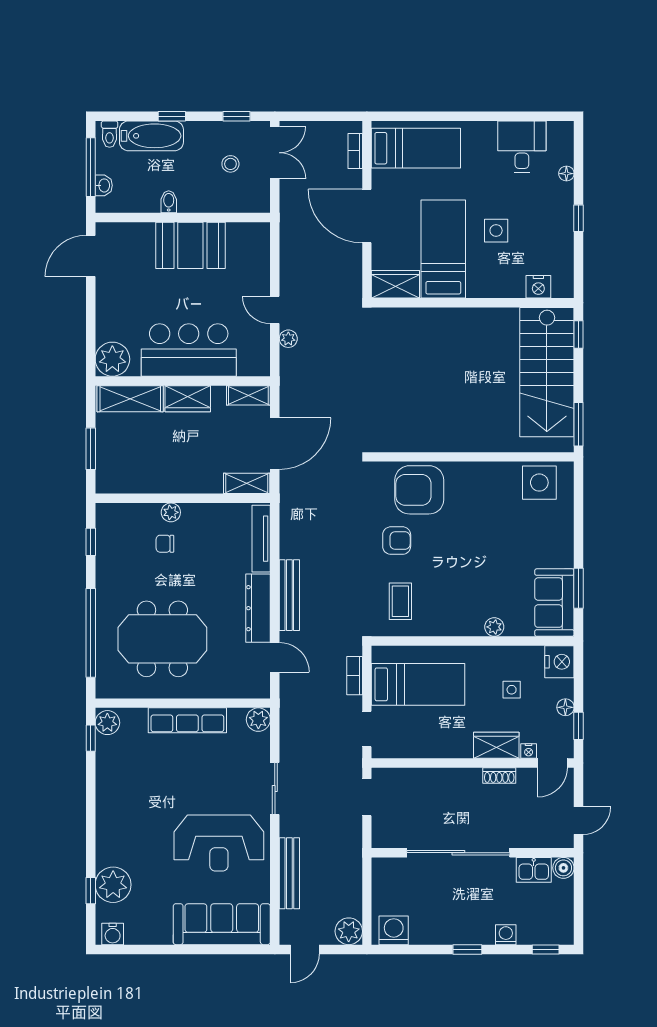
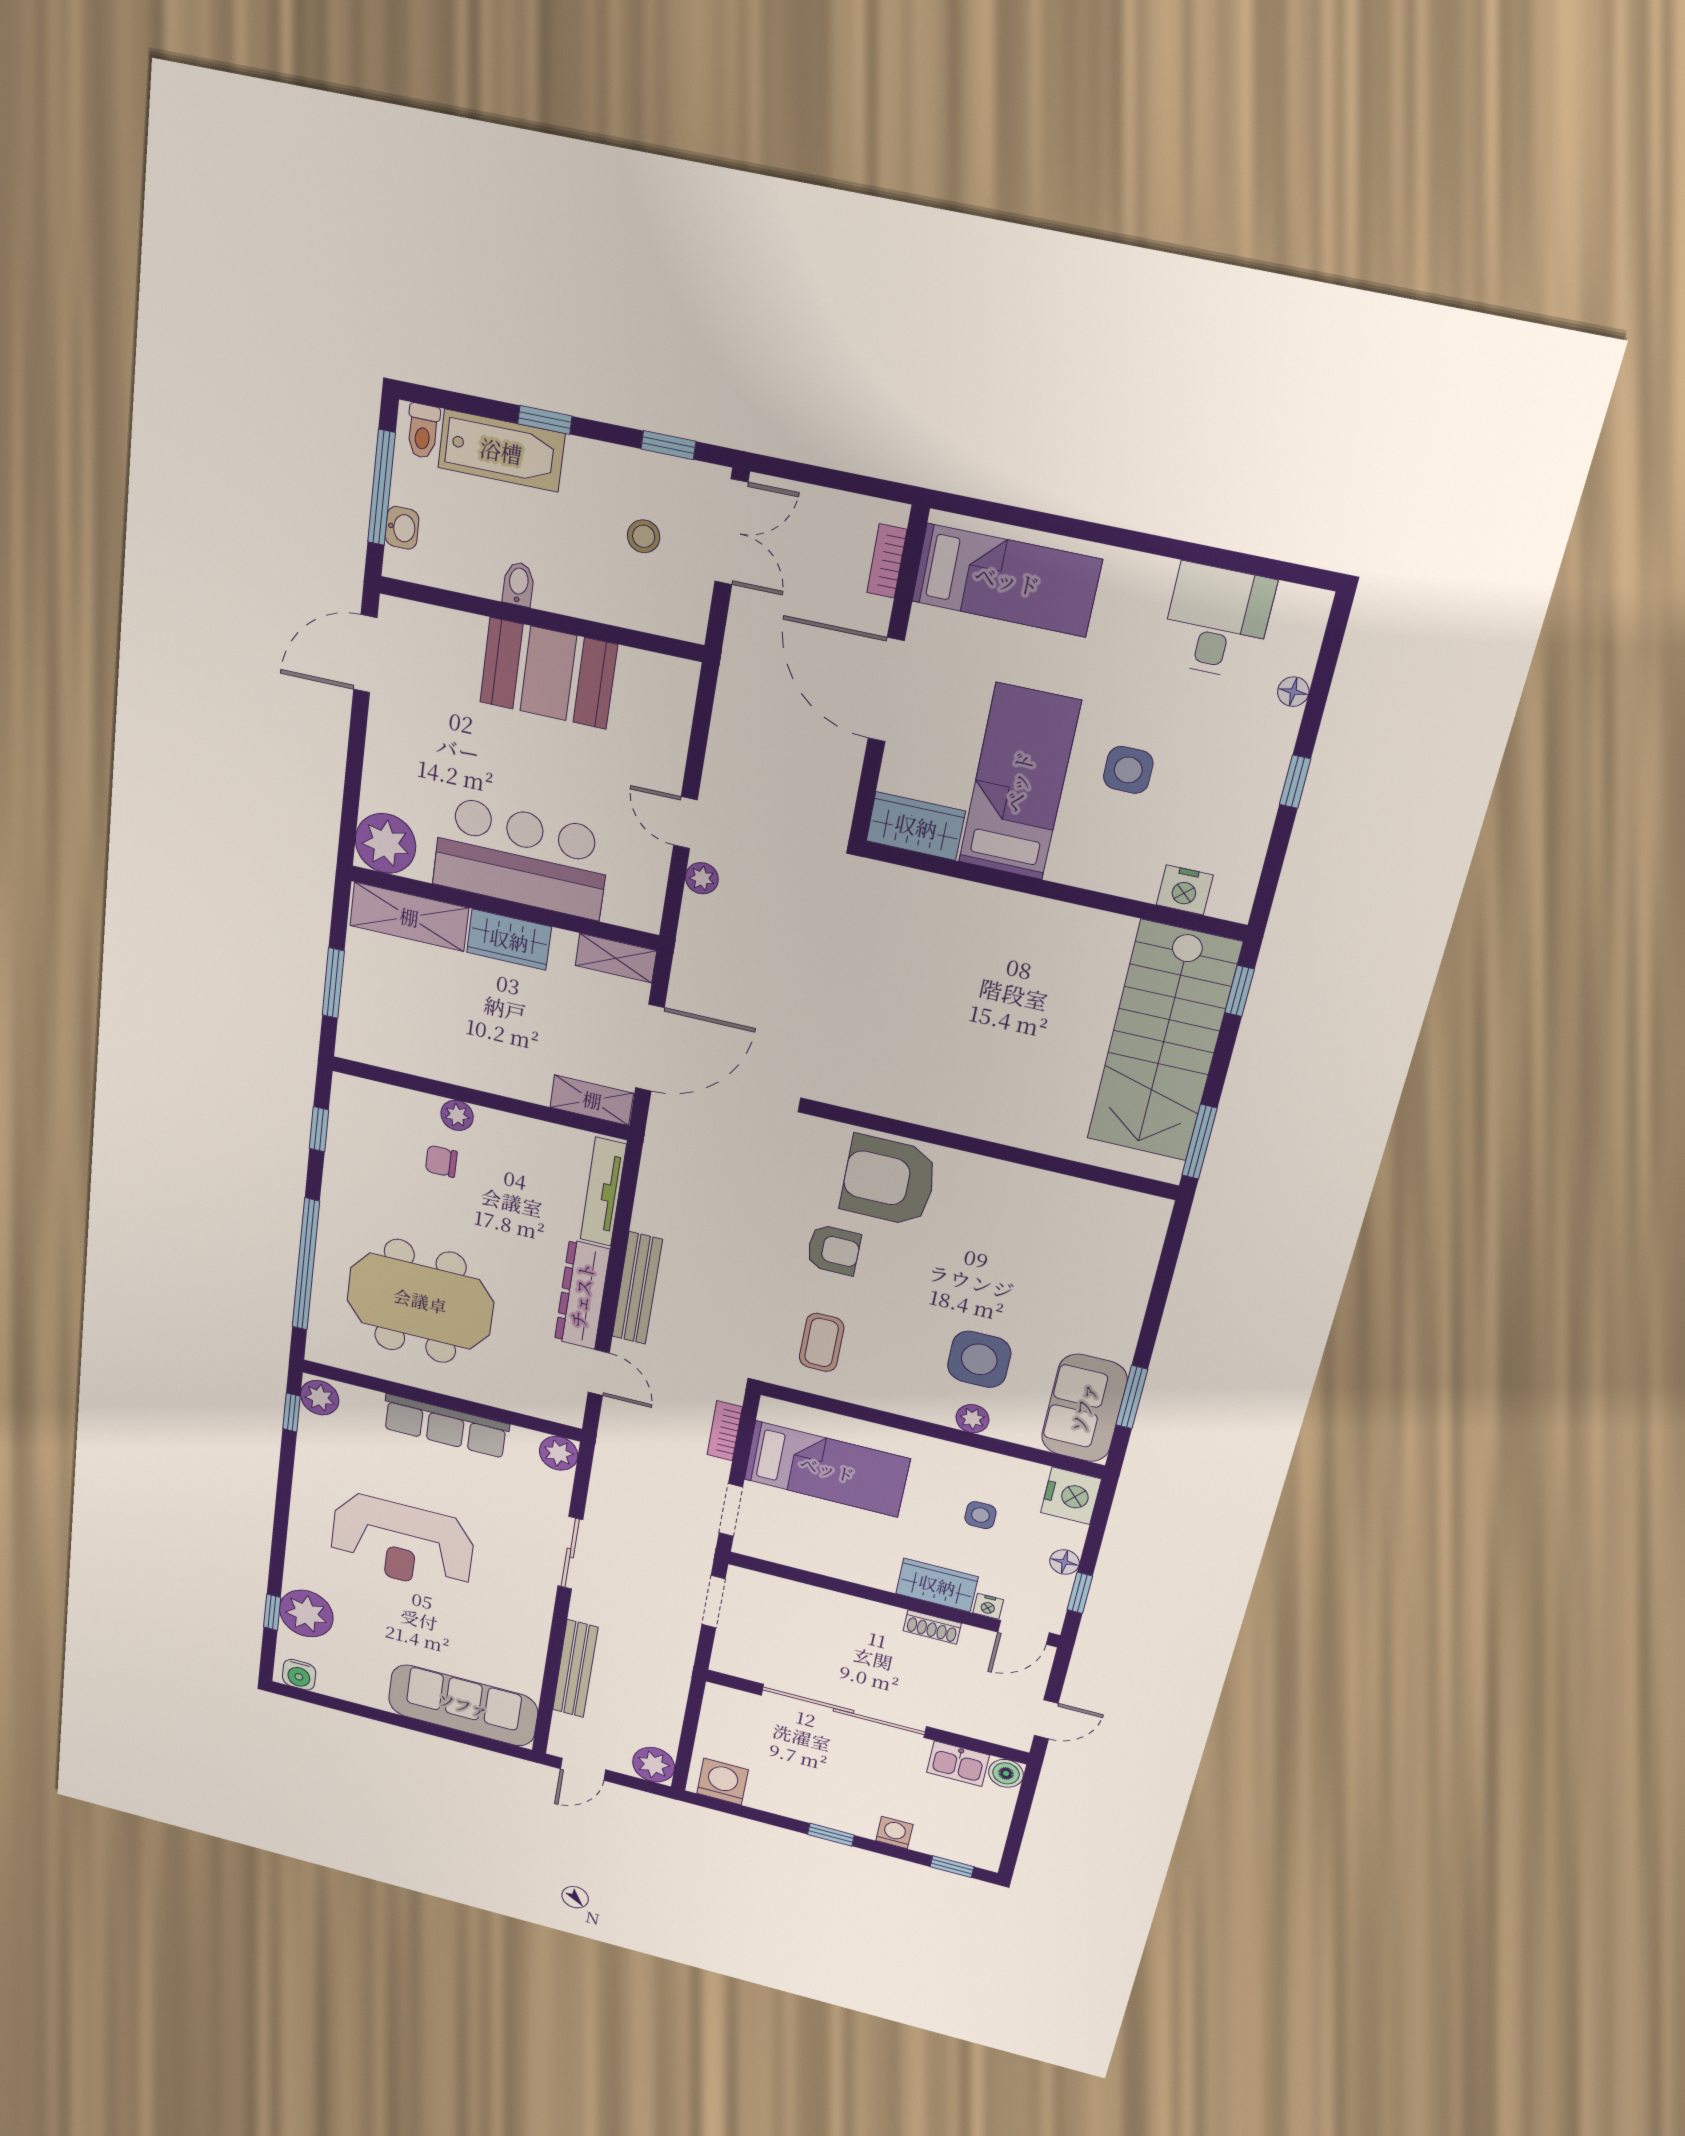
side table: (539, 483) -> (979, 1359), moved
reception desk: (219, 843) -> (402, 1543), moved

